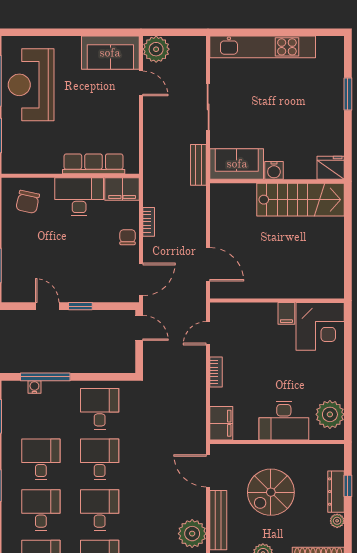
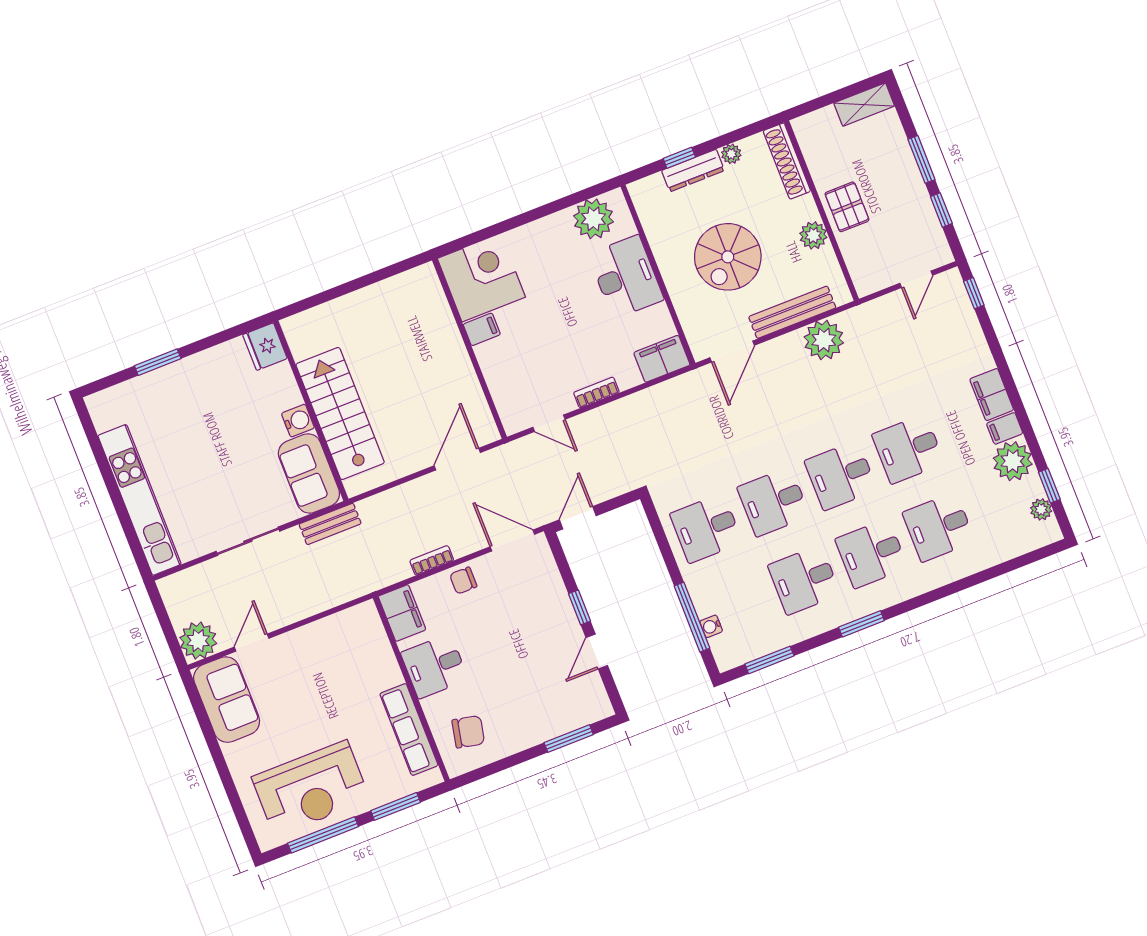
row of seats: (94, 164) -> (409, 729), moved
desk: (79, 197) -> (435, 666), width x0.73
stairs: (300, 200) -> (340, 413), moved
spiral stairs: (271, 492) -> (728, 257), turned 90

